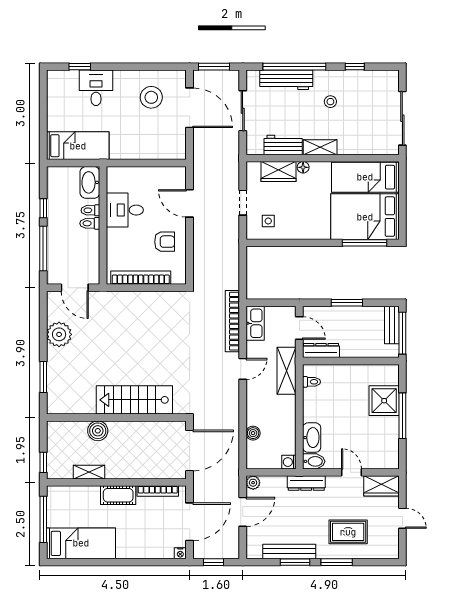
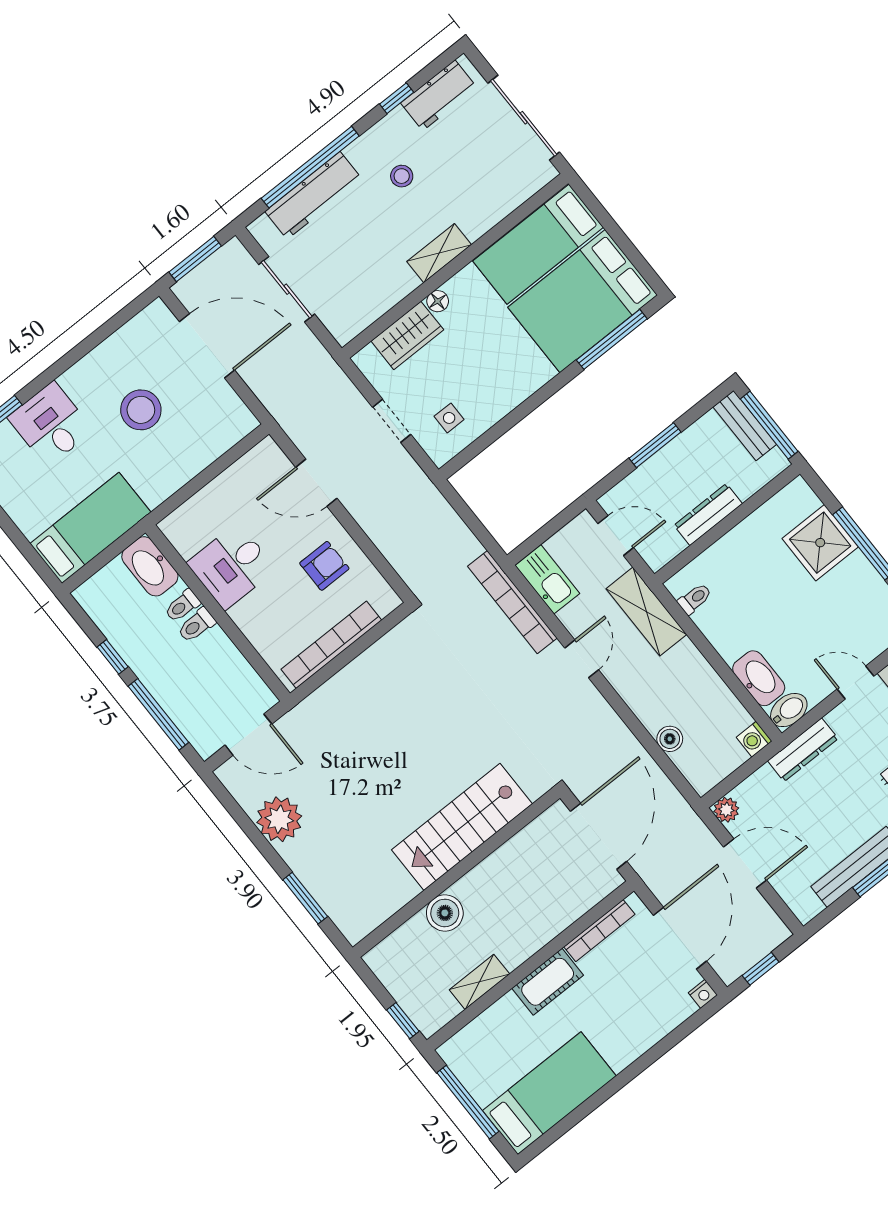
stool: (151, 97) -> (141, 410), moved
workbench: (283, 145) -> (439, 95), moved, turned 180
dresser: (321, 350) -> (708, 515), moved
door: (243, 512) -> (745, 863), hinge flipped

